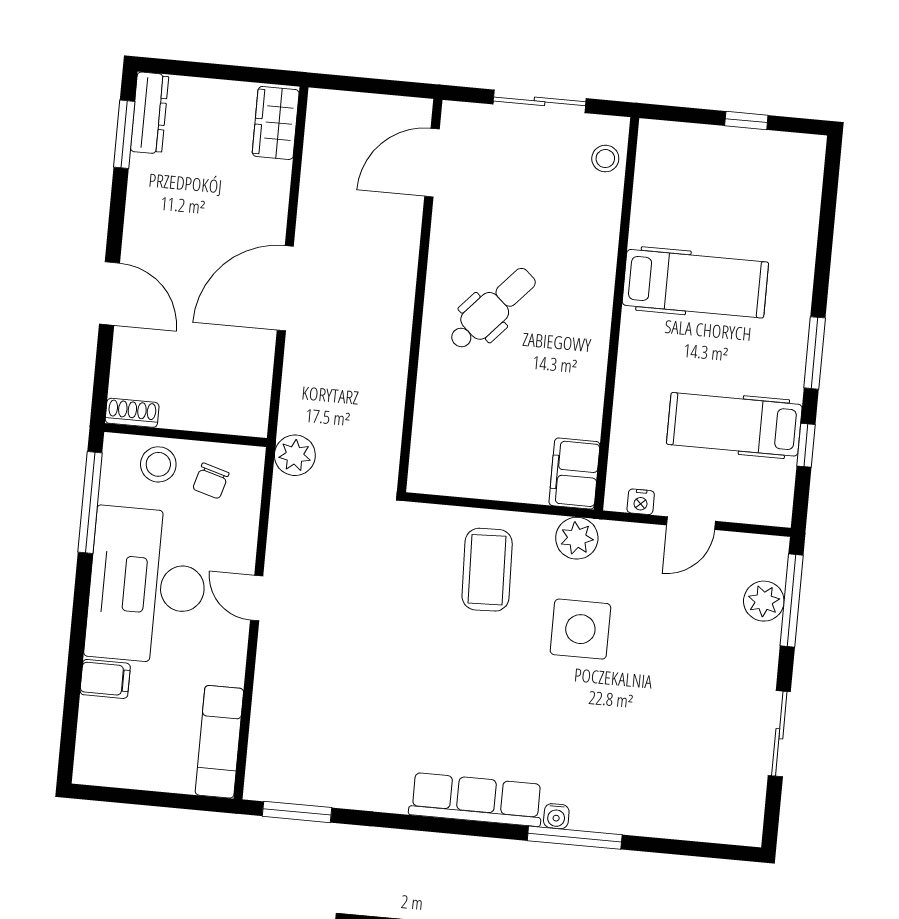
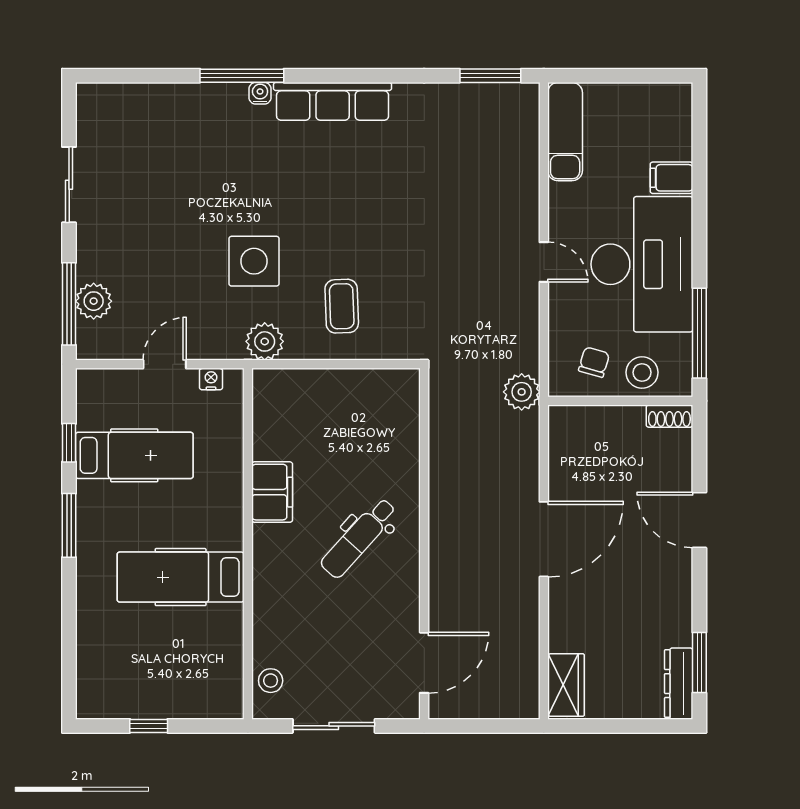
filing cabinet: (574, 474) -> (272, 492), moved
coffee table: (487, 570) -> (342, 306), width x0.73, depth x0.77

